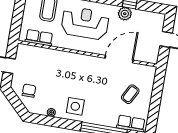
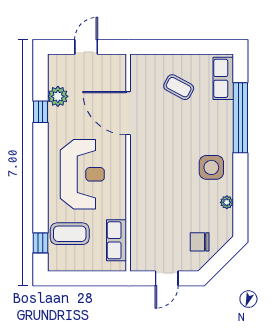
plant: (125, 14) -> (58, 96), moved
reception desk: (85, 23) -> (82, 174), turned 180

